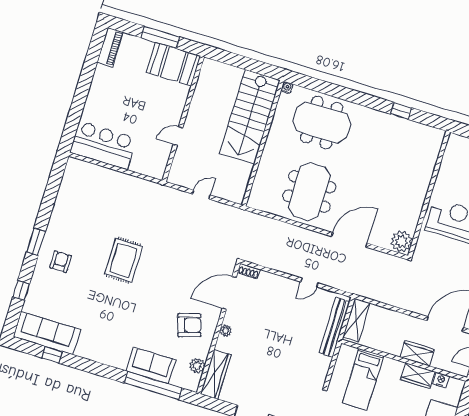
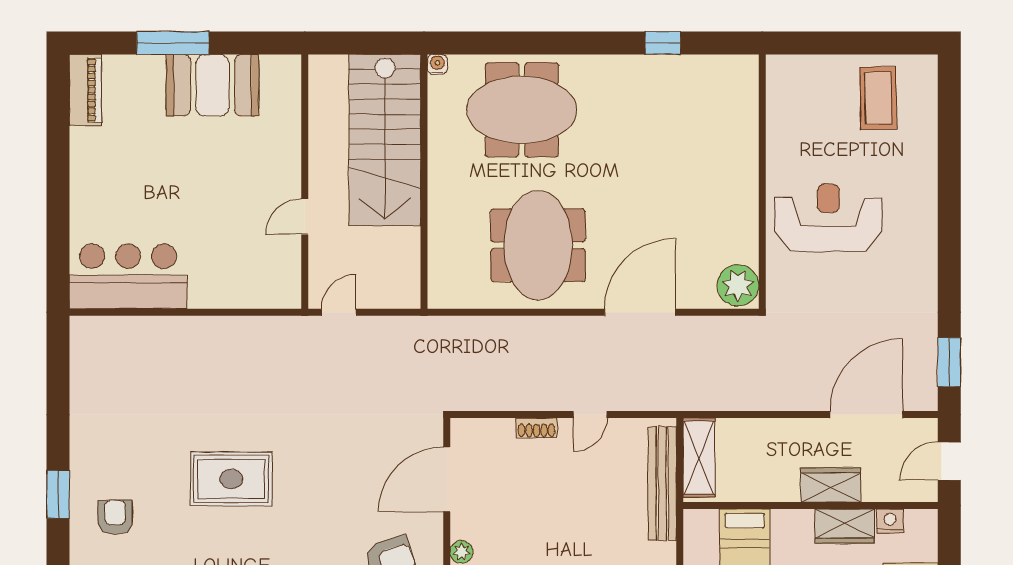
wall: (183, 119) -> (305, 182), moved
door: (178, 136) -> (305, 217), moved
rug: (123, 260) -> (231, 479), turned 90
shoe rack: (249, 271) -> (537, 428), moved

